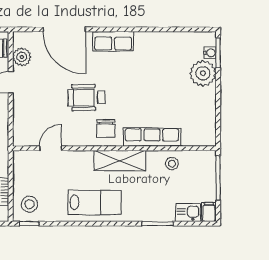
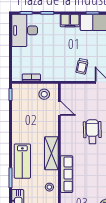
chair: (106, 129) -> (72, 144), removed
lab bench: (95, 202) -> (22, 161), moved
stool: (30, 204) -> (44, 94), moved

